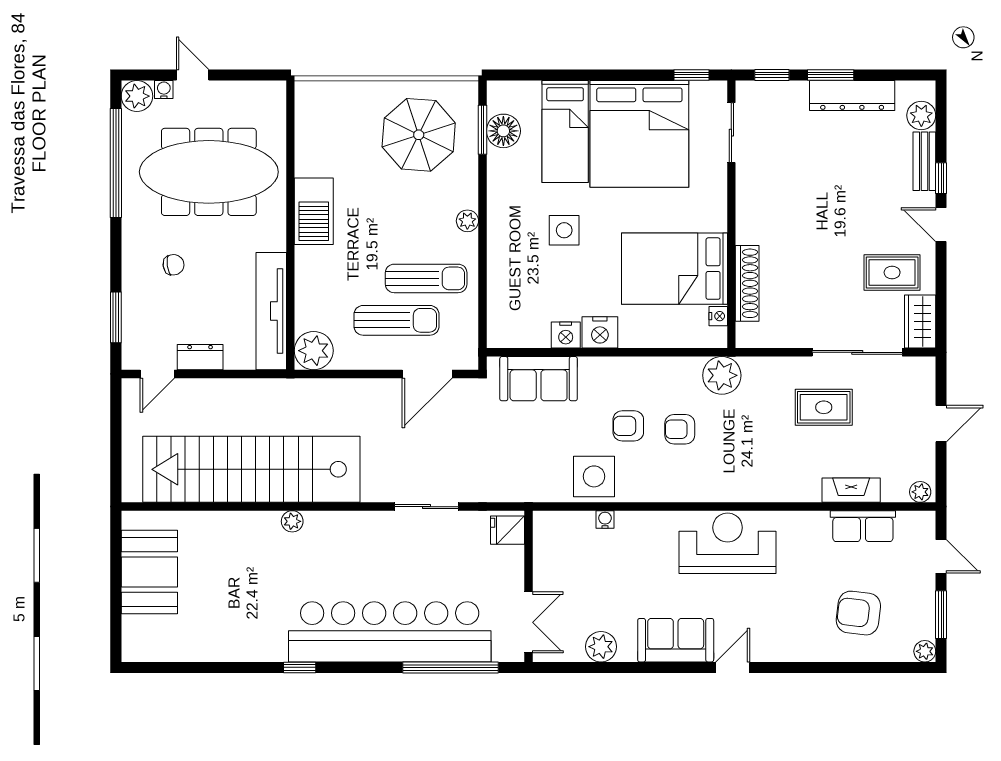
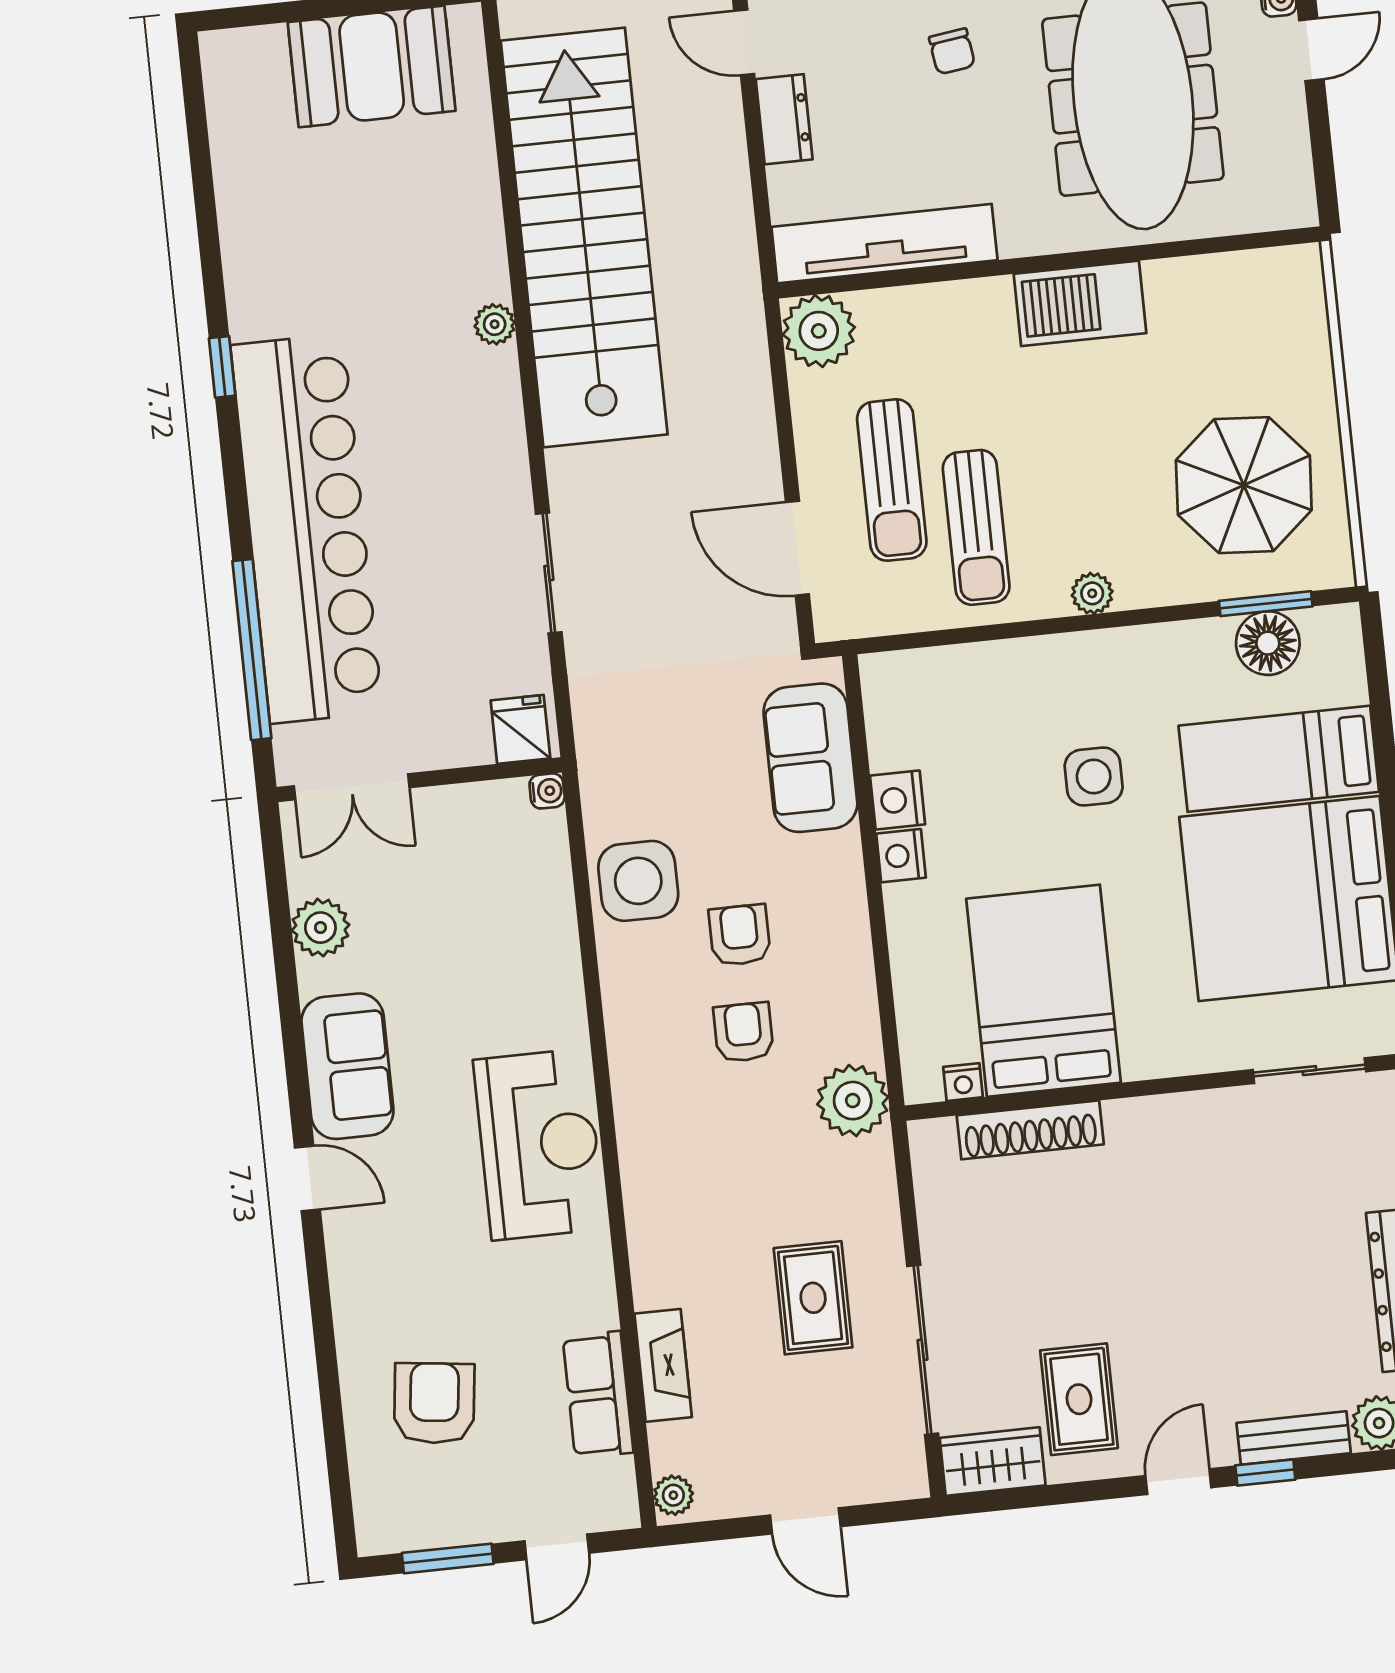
nightstand: (600, 332) -> (901, 856), width x0.74, depth x0.75
water cooler: (605, 520) -> (547, 791), moved
plant: (925, 651) -> (376, 1535), removed

